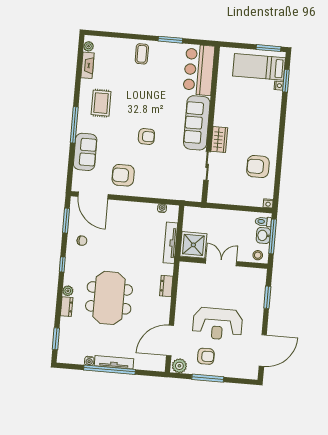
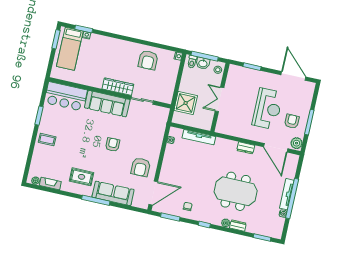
wardrobe: (219, 140) -> (118, 87), width x1.50
sofa: (85, 152) -> (113, 193), width x1.36
shower: (193, 245) -> (186, 103), moved
dresser: (166, 286) -> (246, 148), moved

